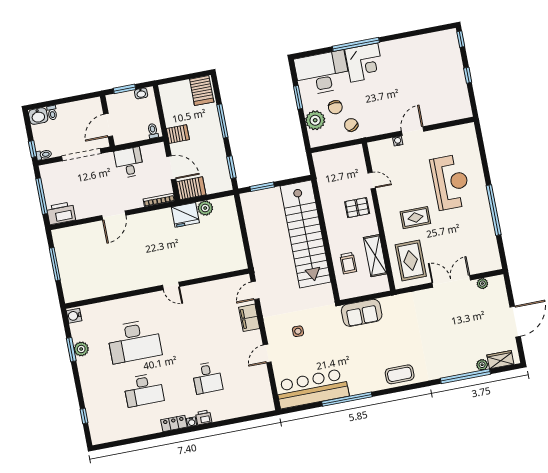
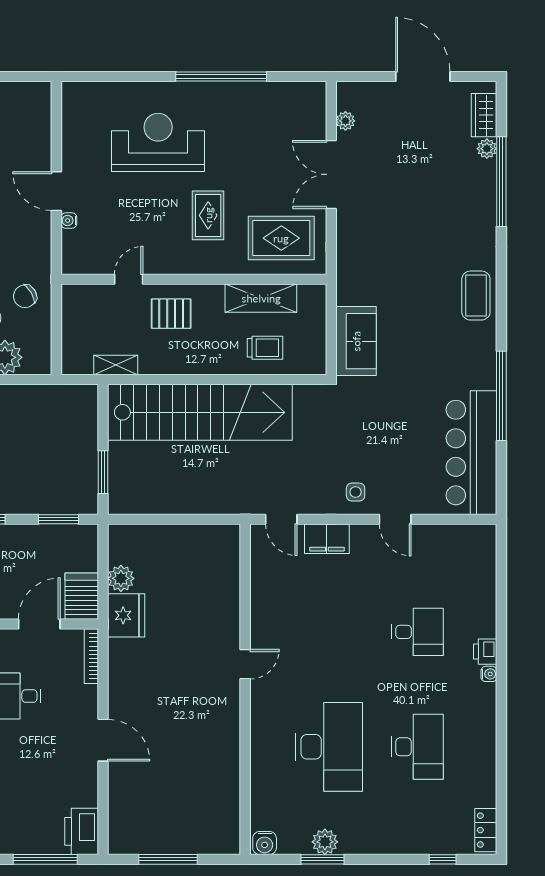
shelving: (323, 182) -> (116, 365), added
pallet: (357, 208) -> (171, 314), turned 90
side table: (298, 331) -> (356, 492), moved
locker: (174, 423) -> (486, 830), moved

